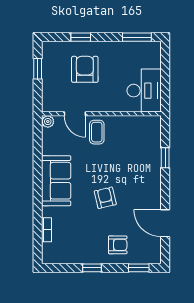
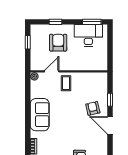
desk: (144, 91) -> (88, 35), moved, turned -90
door: (75, 114) -> (52, 71), swing flipped
armchair: (105, 198) -> (93, 108), moved
door: (165, 223) -> (110, 125), moved

